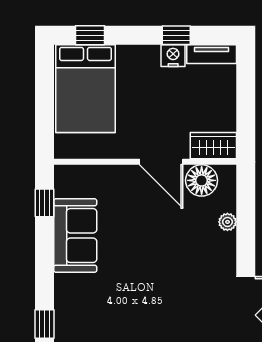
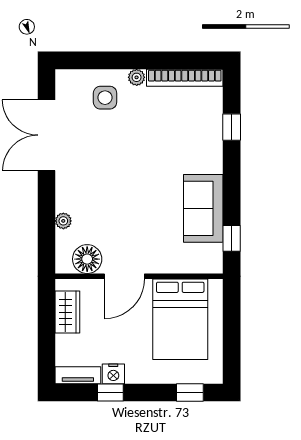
bed: (85, 89) -> (180, 319), moved, turned 180
wardrobe: (213, 146) -> (67, 312), moved, turned -90
door: (161, 162) -> (124, 276), swing flipped

